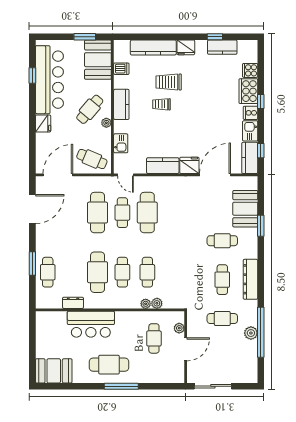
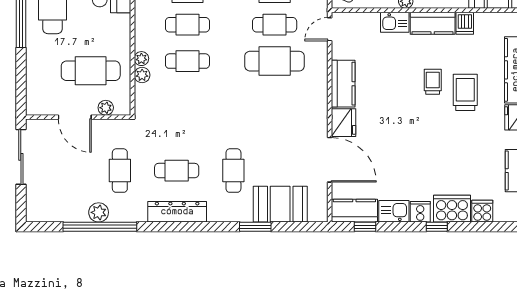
dishwasher: (121, 69) -> (465, 23), moved
kitchen sink: (121, 143) -> (395, 22), moved
cafe table: (154, 338) -> (91, 71), width x1.37, depth x1.35

